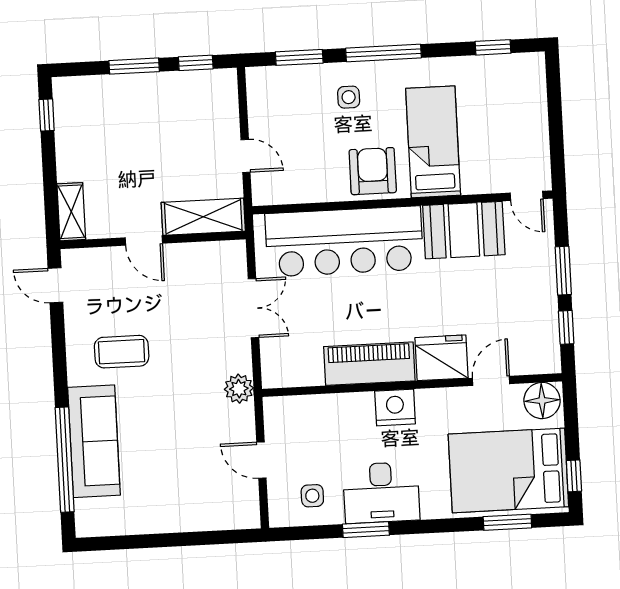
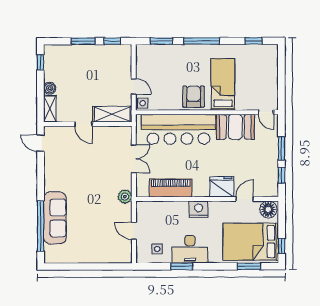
side table: (349, 97) -> (143, 103), moved
boiler: (69, 168) -> (50, 88), added
coffee table: (122, 352) -> (70, 176), removed
piano: (369, 364) -> (171, 188), moved

